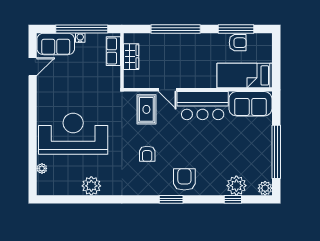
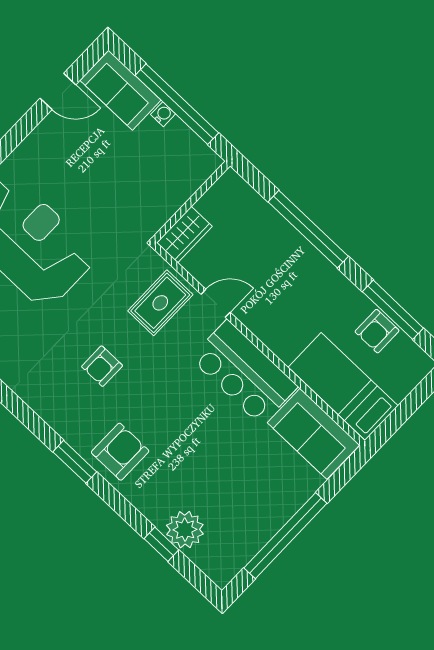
armchair: (238, 43) -> (377, 331), turned 90
row of seats: (113, 51) -> (192, 177), removed
wardrobe: (131, 57) -> (184, 234), moved
door: (167, 90) -> (216, 303), swing flipped
plant: (265, 188) -> (221, 572), removed

